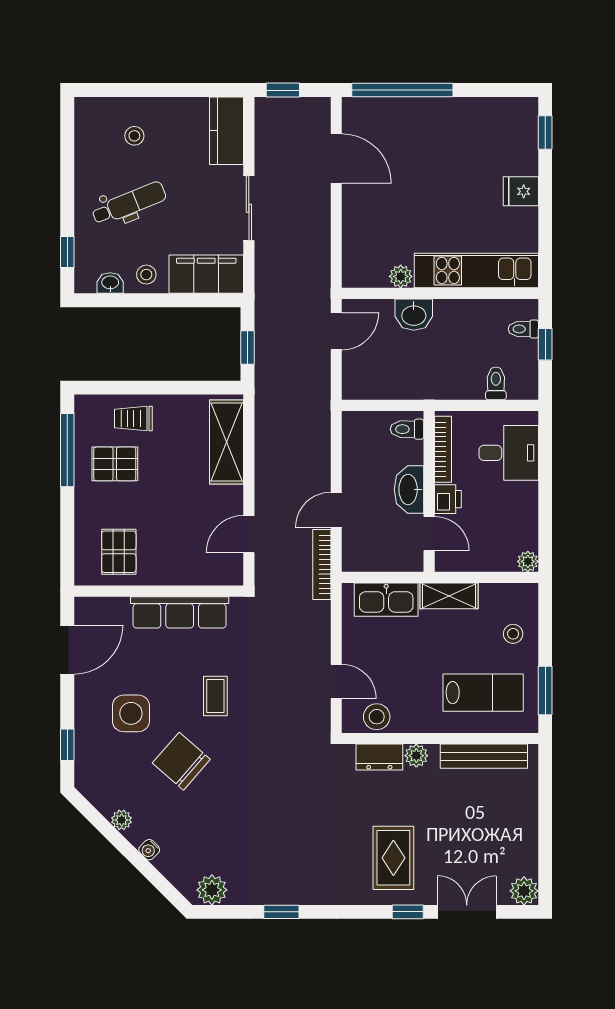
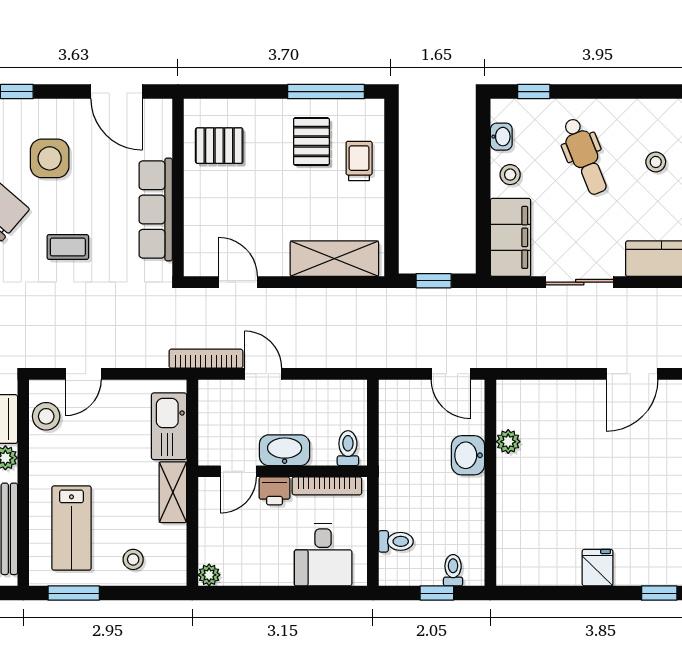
kitchen unit: (476, 271) -> (514, 521), removed

